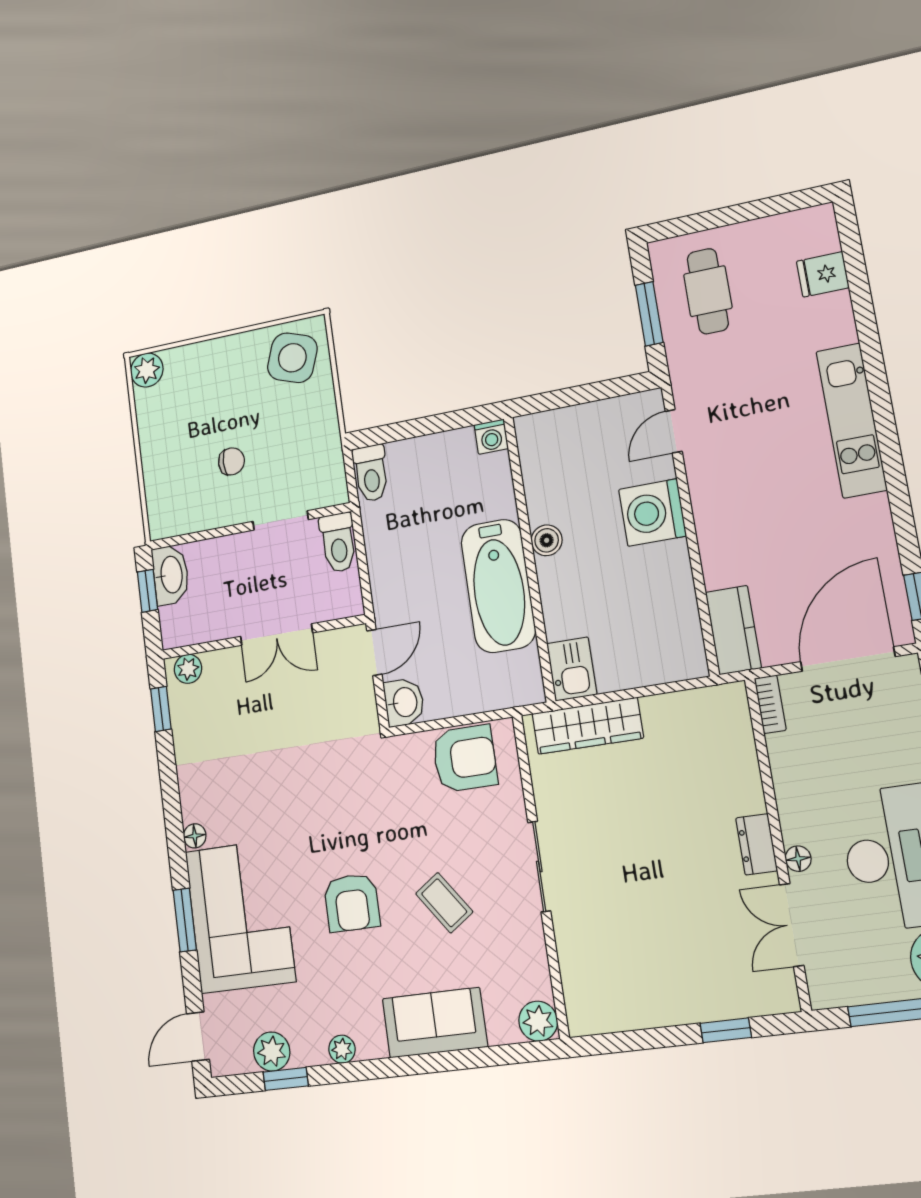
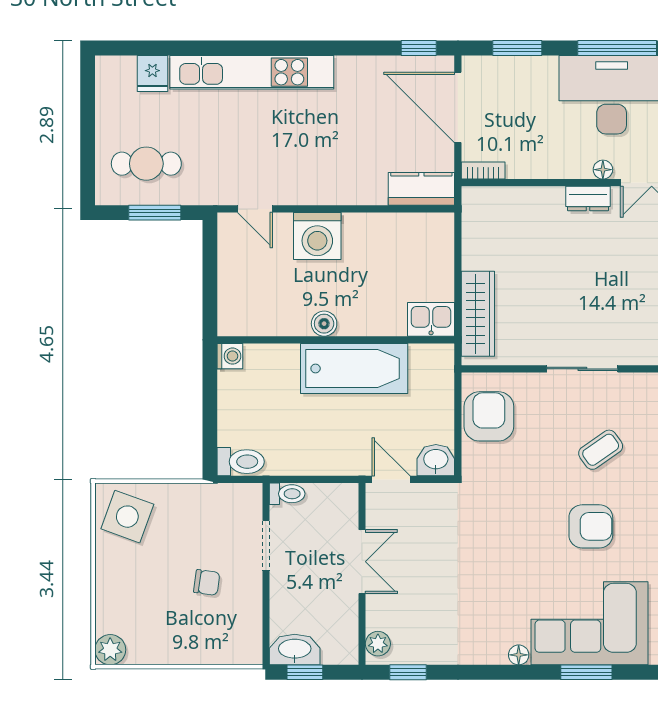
kitchen unit: (851, 420) -> (252, 72), width x1.36
chair: (231, 461) -> (207, 582), turned 98
toilet: (338, 543) -> (287, 494), width x0.73, depth x0.72

